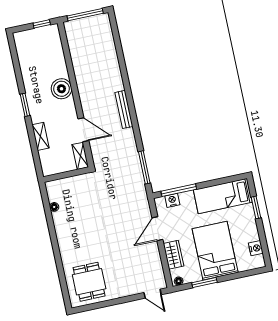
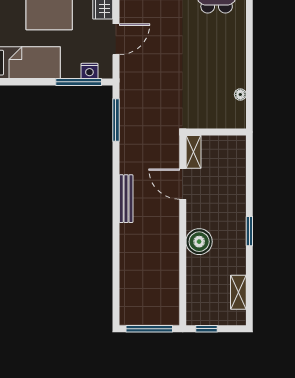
shelving: (41, 136) -> (238, 292), moved

